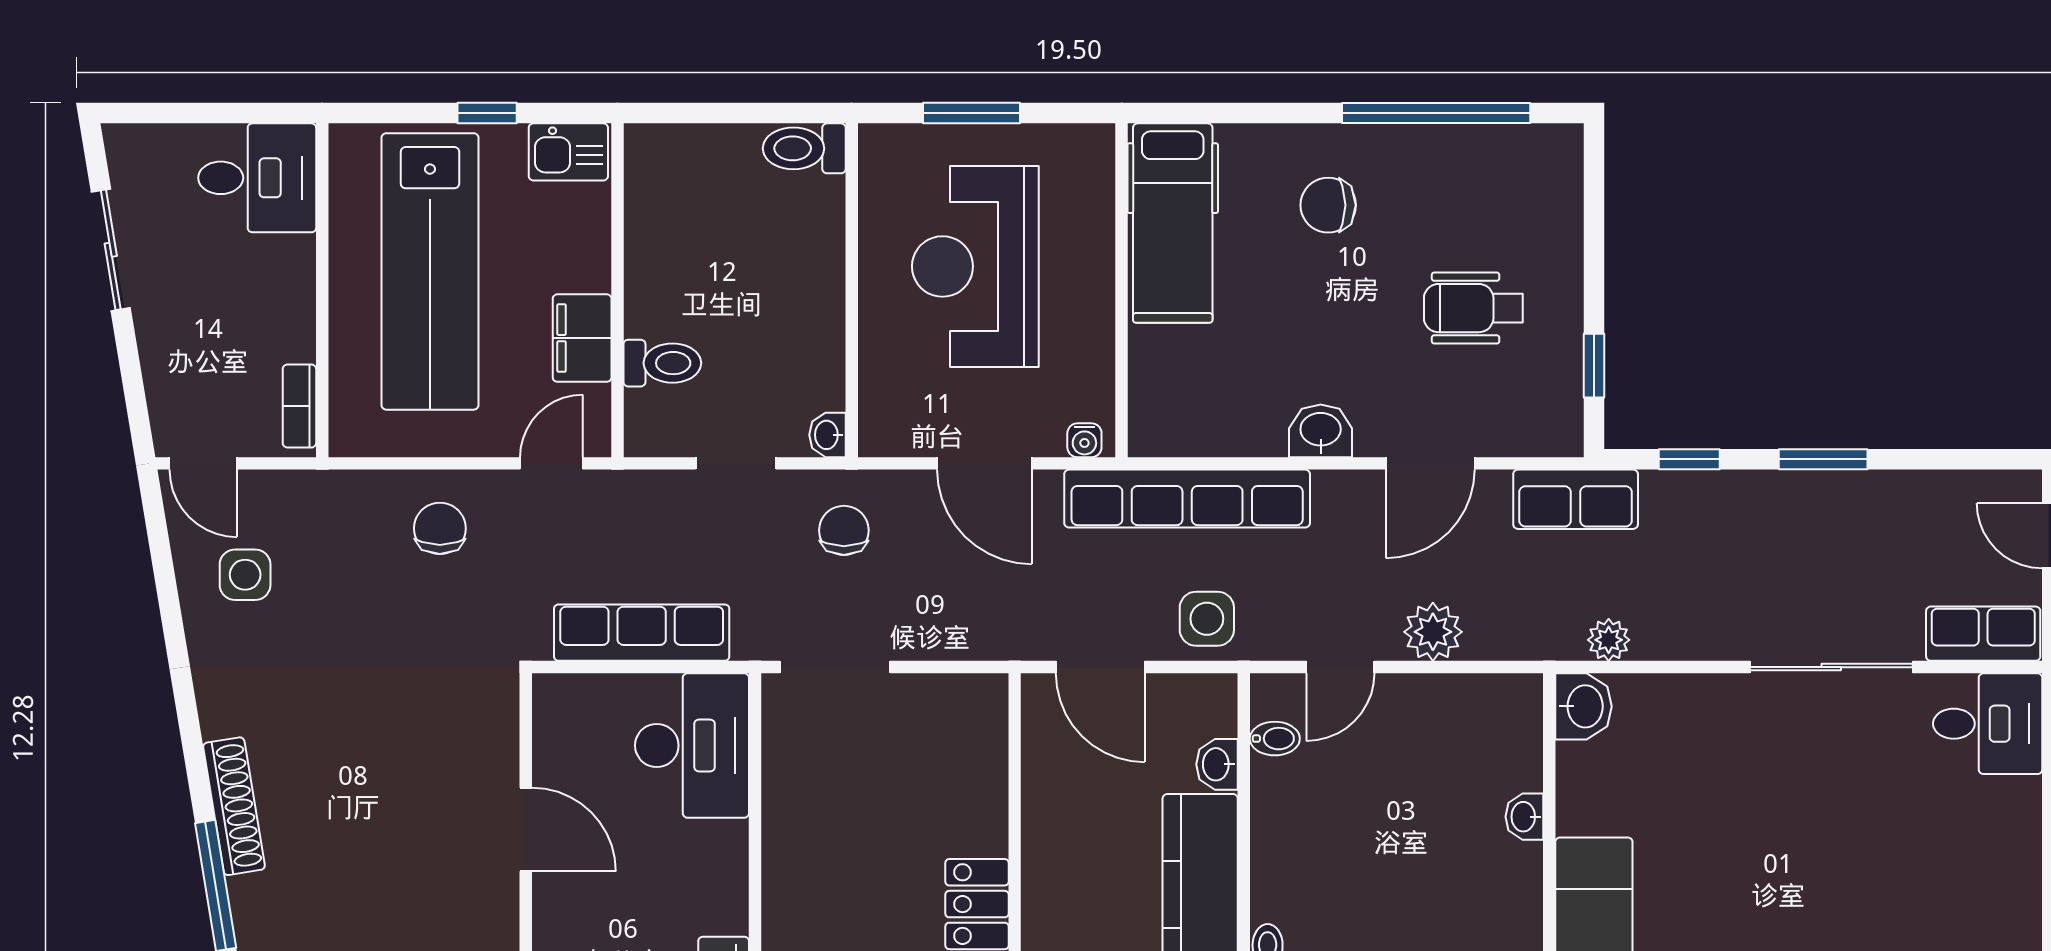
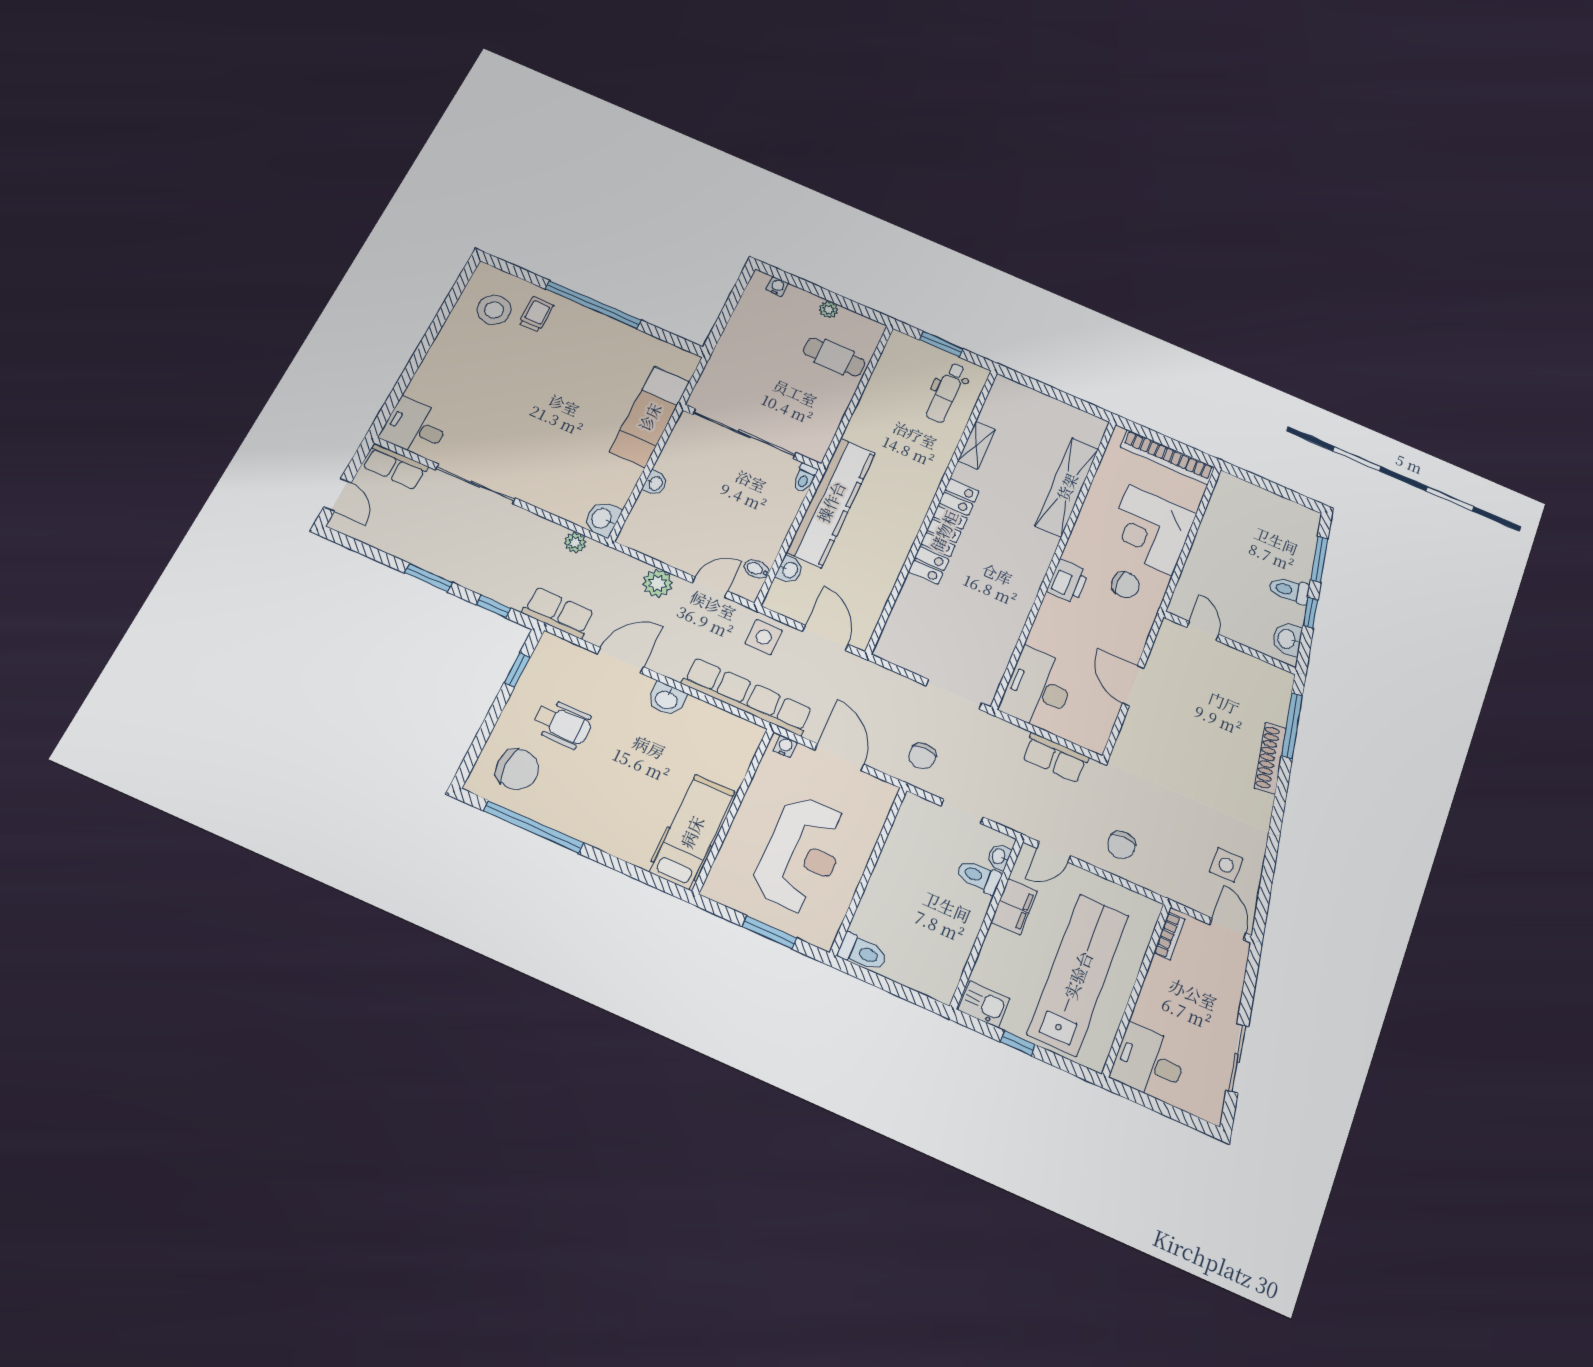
chair: (1328, 205) -> (517, 769), moved, width x1.37, depth x1.37
washbasin: (827, 435) -> (999, 857), moved, turned 180
row of seats: (642, 633) -> (1055, 758), width x0.68

